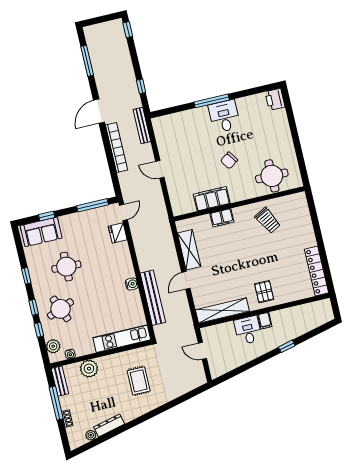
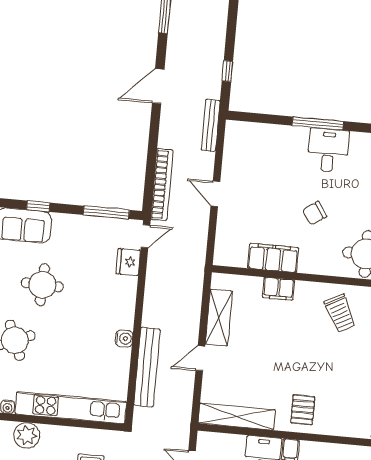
bookcase: (116, 148) -> (162, 185), moved
kitchen unit: (122, 339) -> (71, 408), width x1.36

